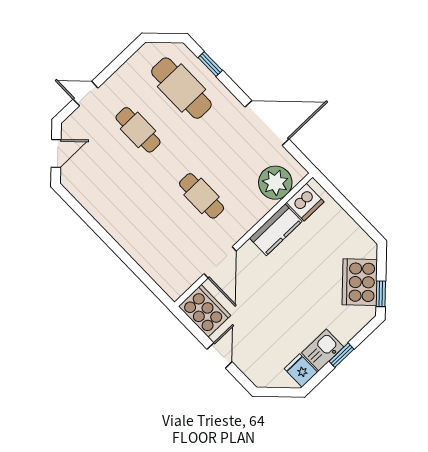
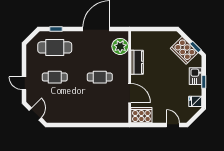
door: (86, 94) -> (24, 83), hinge flipped
dishwasher: (305, 202) -> (137, 43), removed
kitchen sink: (323, 350) -> (195, 76), moved
door: (220, 355) -> (173, 125), moved

